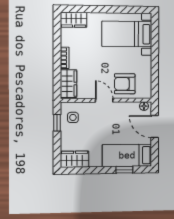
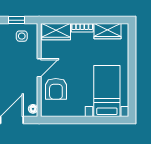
wardrobe: (74, 20) -> (108, 31), moved, turned -90
armchair: (125, 84) -> (56, 89), turned 180

